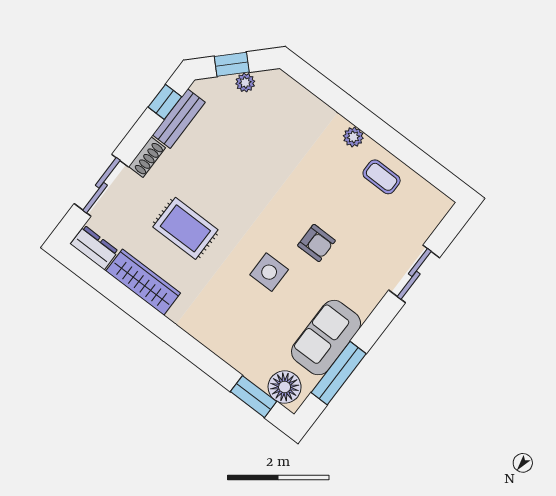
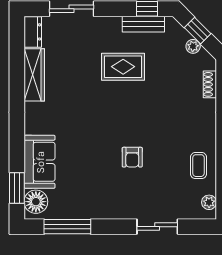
plant: (353, 137) -> (209, 202), moved
shoe rack: (147, 157) -> (210, 84), moved, turned 90
rug: (185, 228) -> (123, 67), moved, turned 90
side table: (269, 272) -> (95, 143), removed
sofa: (326, 338) -> (40, 162), moved, turned 90

